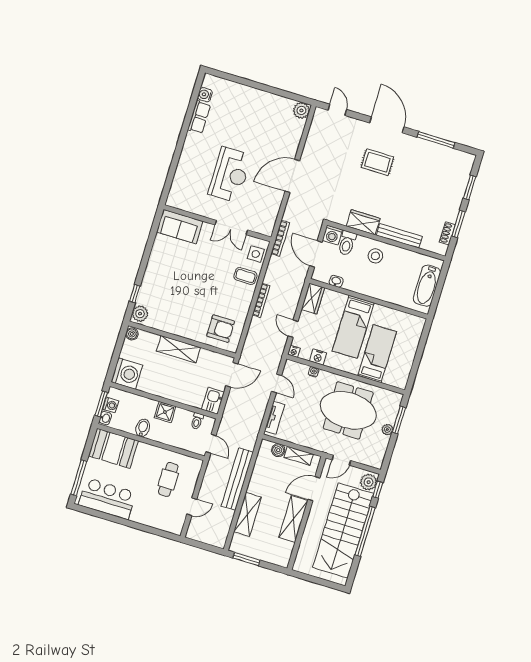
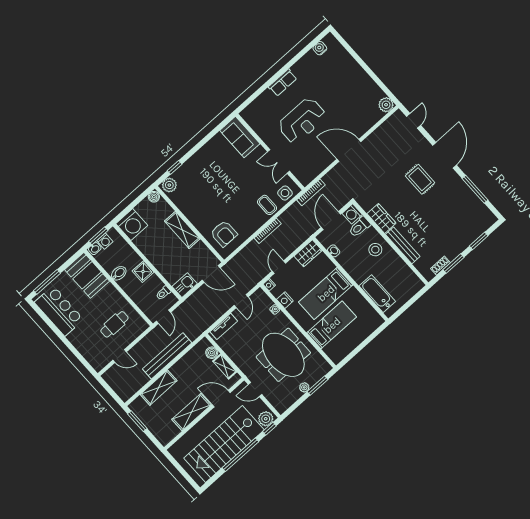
row of seats: (199, 117) -> (283, 83), moved
bathtub: (427, 286) -> (377, 294), moved, turned 90

